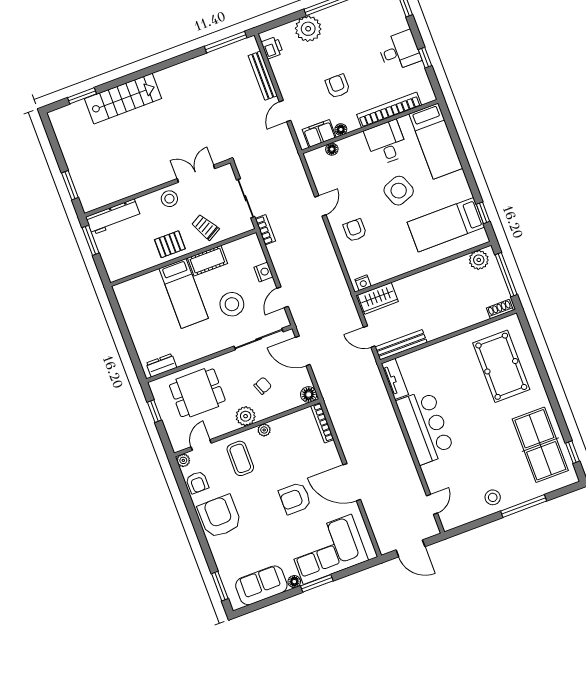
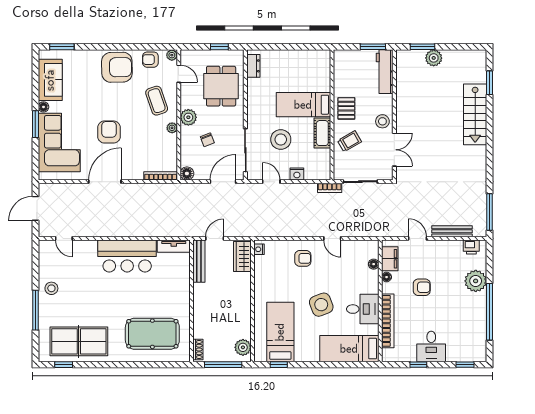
plant: (78, 168) -> (434, 58), added
coffee table: (240, 458) -> (157, 101), turned 71

